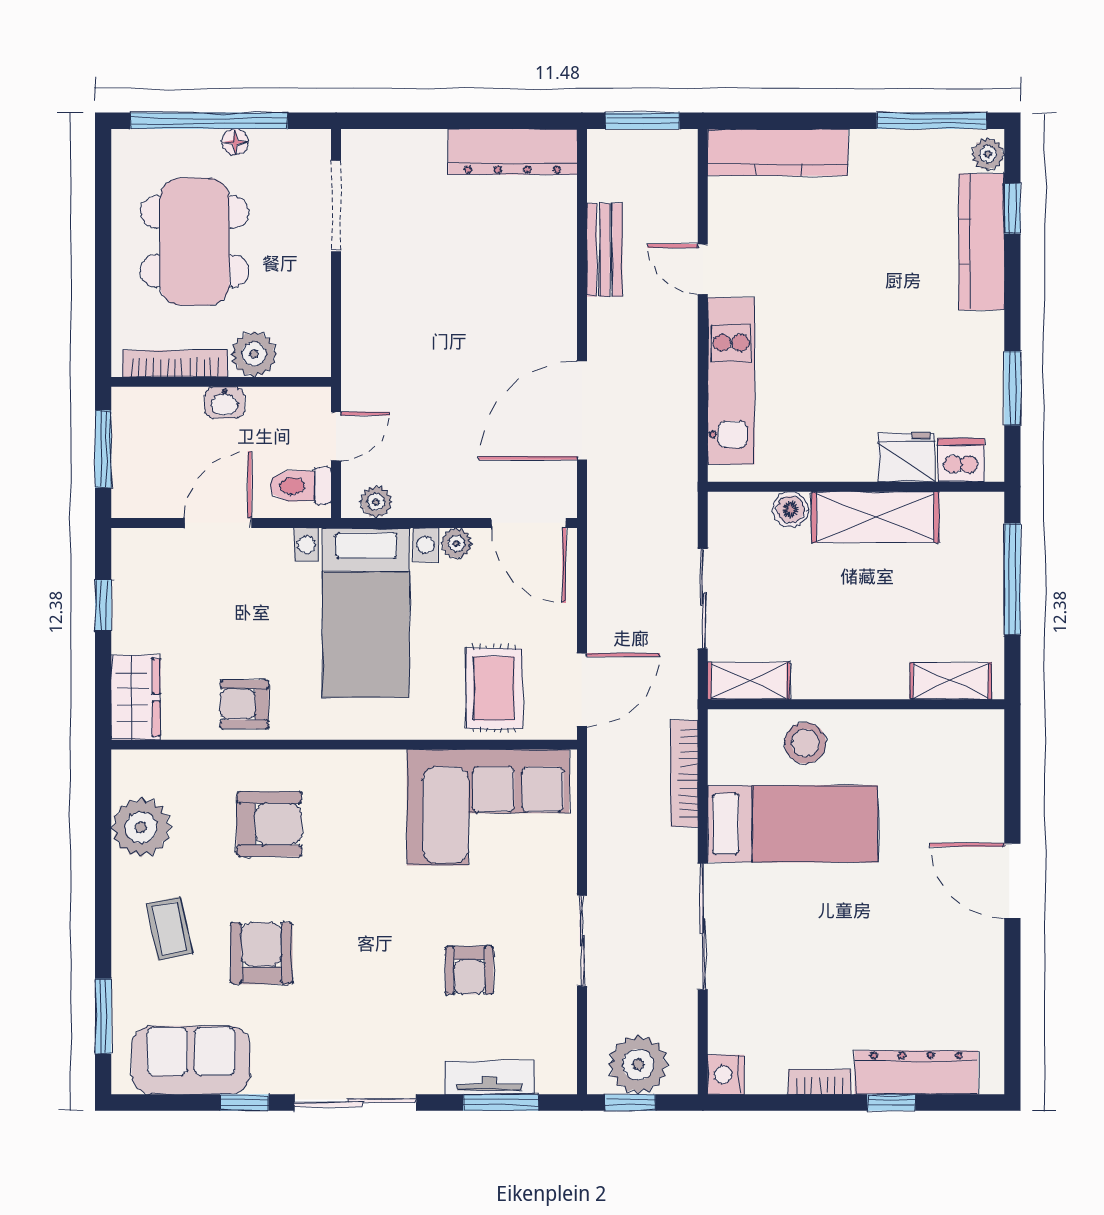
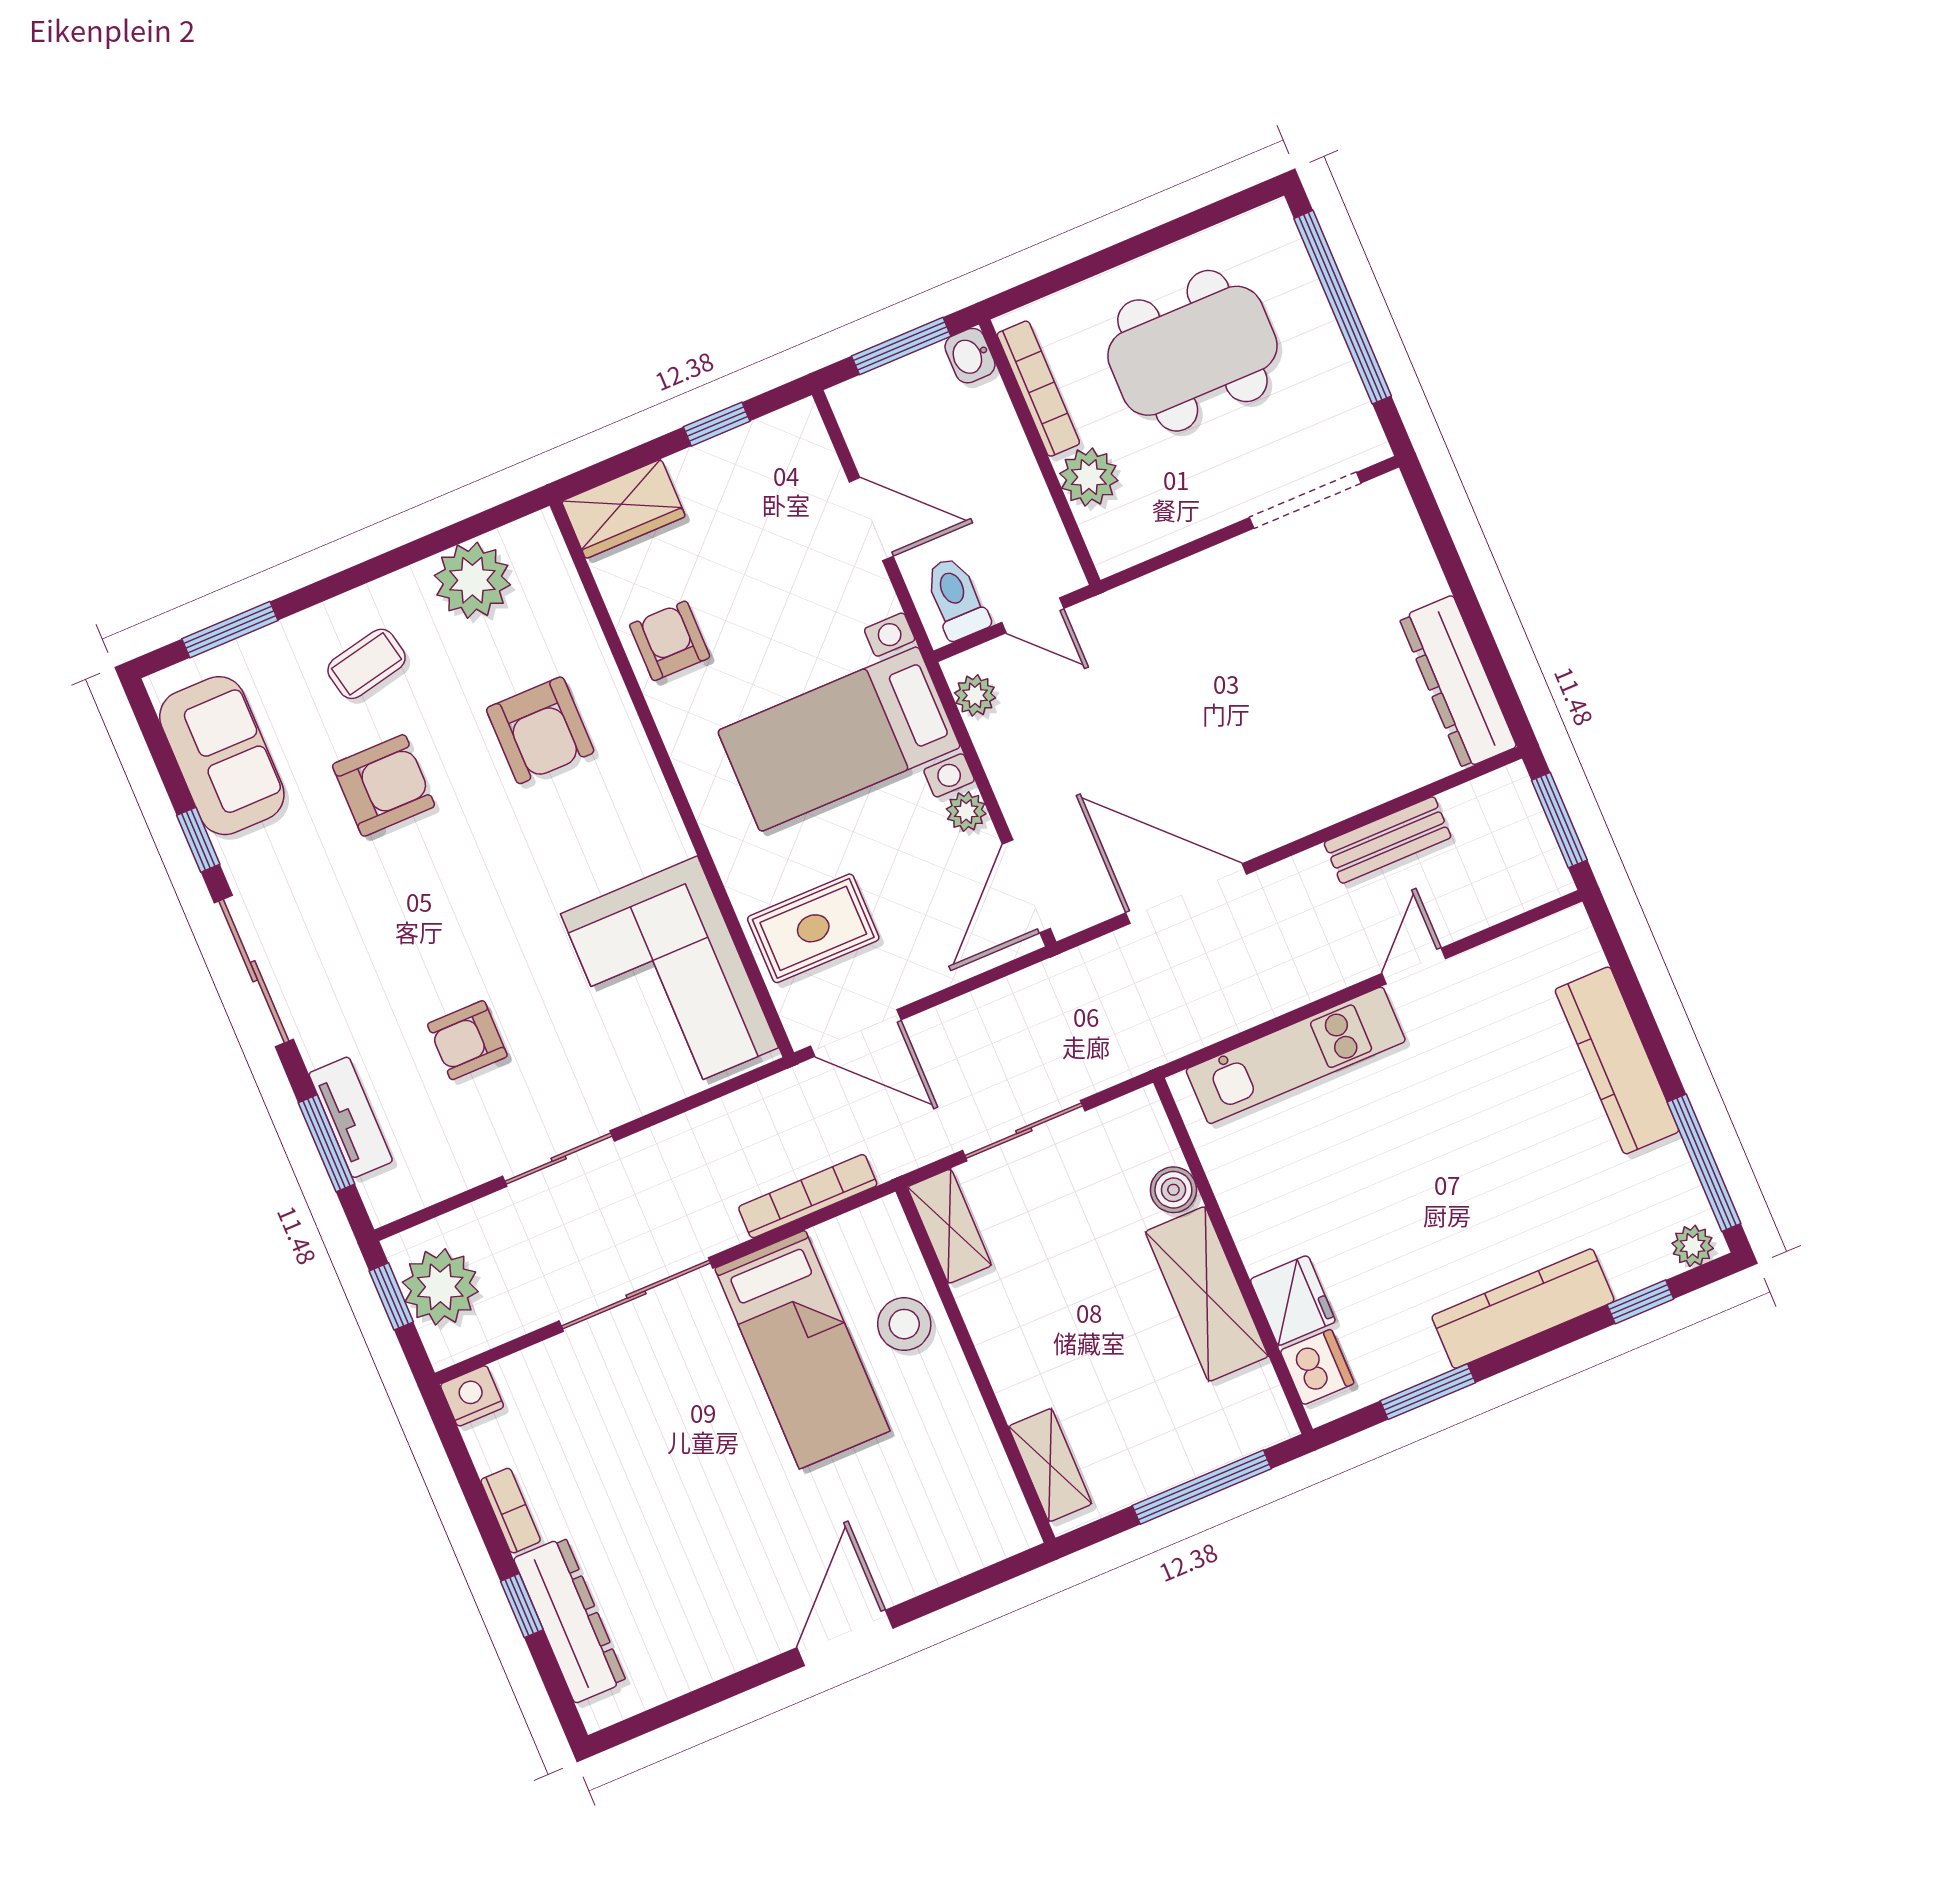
floor lamp: (235, 142) -> (1331, 349), removed
kitchen counter: (778, 152) -> (1617, 1060), moved
kitchen counter: (982, 242) -> (1523, 1309), moved
washbasin: (224, 403) -> (970, 356), moved

